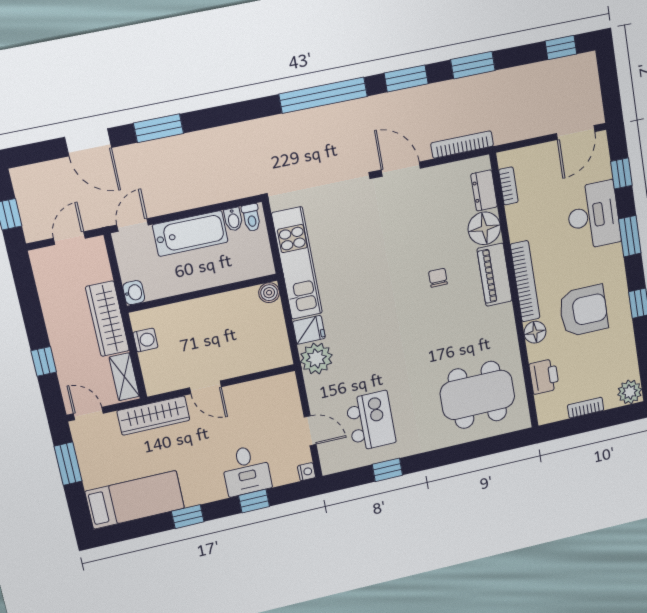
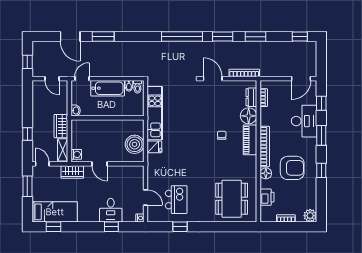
door: (69, 238) -> (52, 79), swing flipped
boiler: (269, 293) -> (135, 144), moved, width x1.86, depth x1.86
wardrobe: (107, 319) -> (61, 126), width x0.67
washing machine: (145, 340) -> (76, 154), moved
plant: (316, 359) -> (155, 162), removed
dining table: (477, 395) -> (232, 199), turned 90
wardrobe: (153, 416) -> (72, 172), width x0.67
window: (188, 517) -> (54, 227), moved

